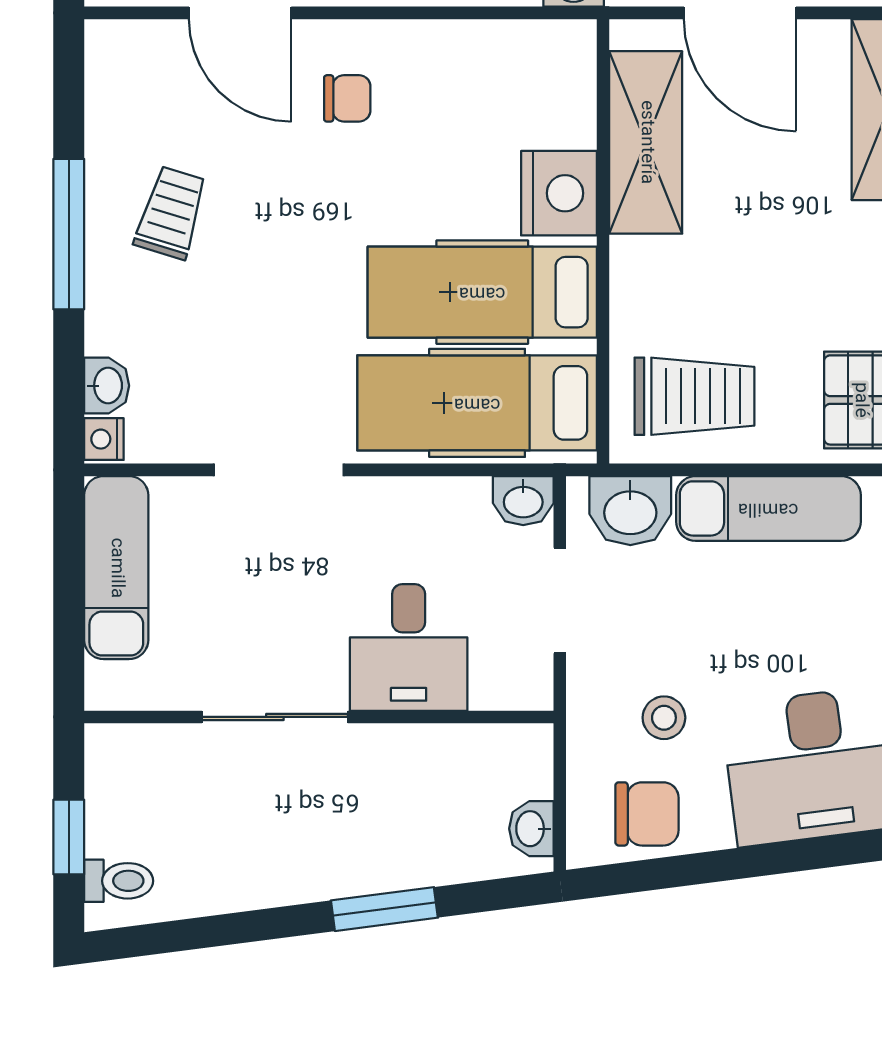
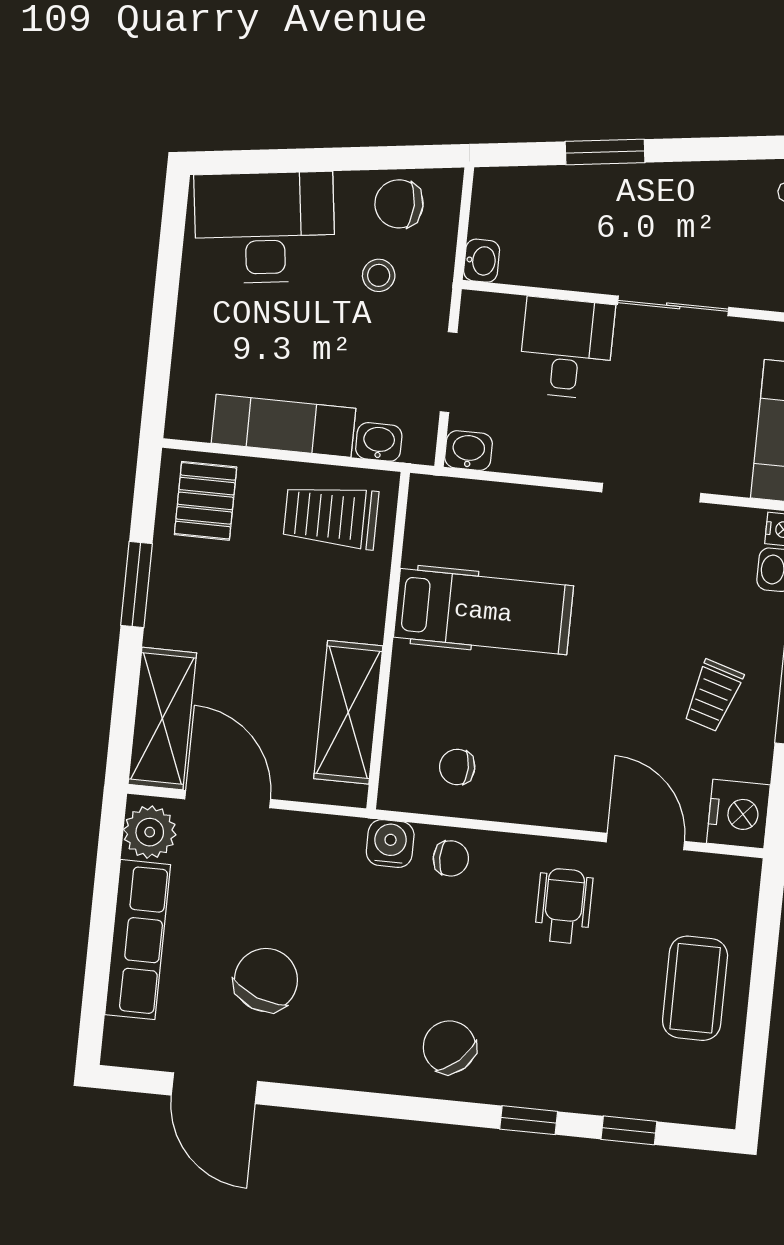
door: (740, 13) -> (228, 799), moved
chair: (347, 98) -> (457, 767), moved
nightstand: (559, 193) -> (738, 814), moved, turned 180
hospital bed: (477, 403) -> (496, 528), removed
washbasin: (630, 511) -> (379, 442), width x0.72, depth x0.69
washbasin: (531, 829) -> (482, 261), moved

